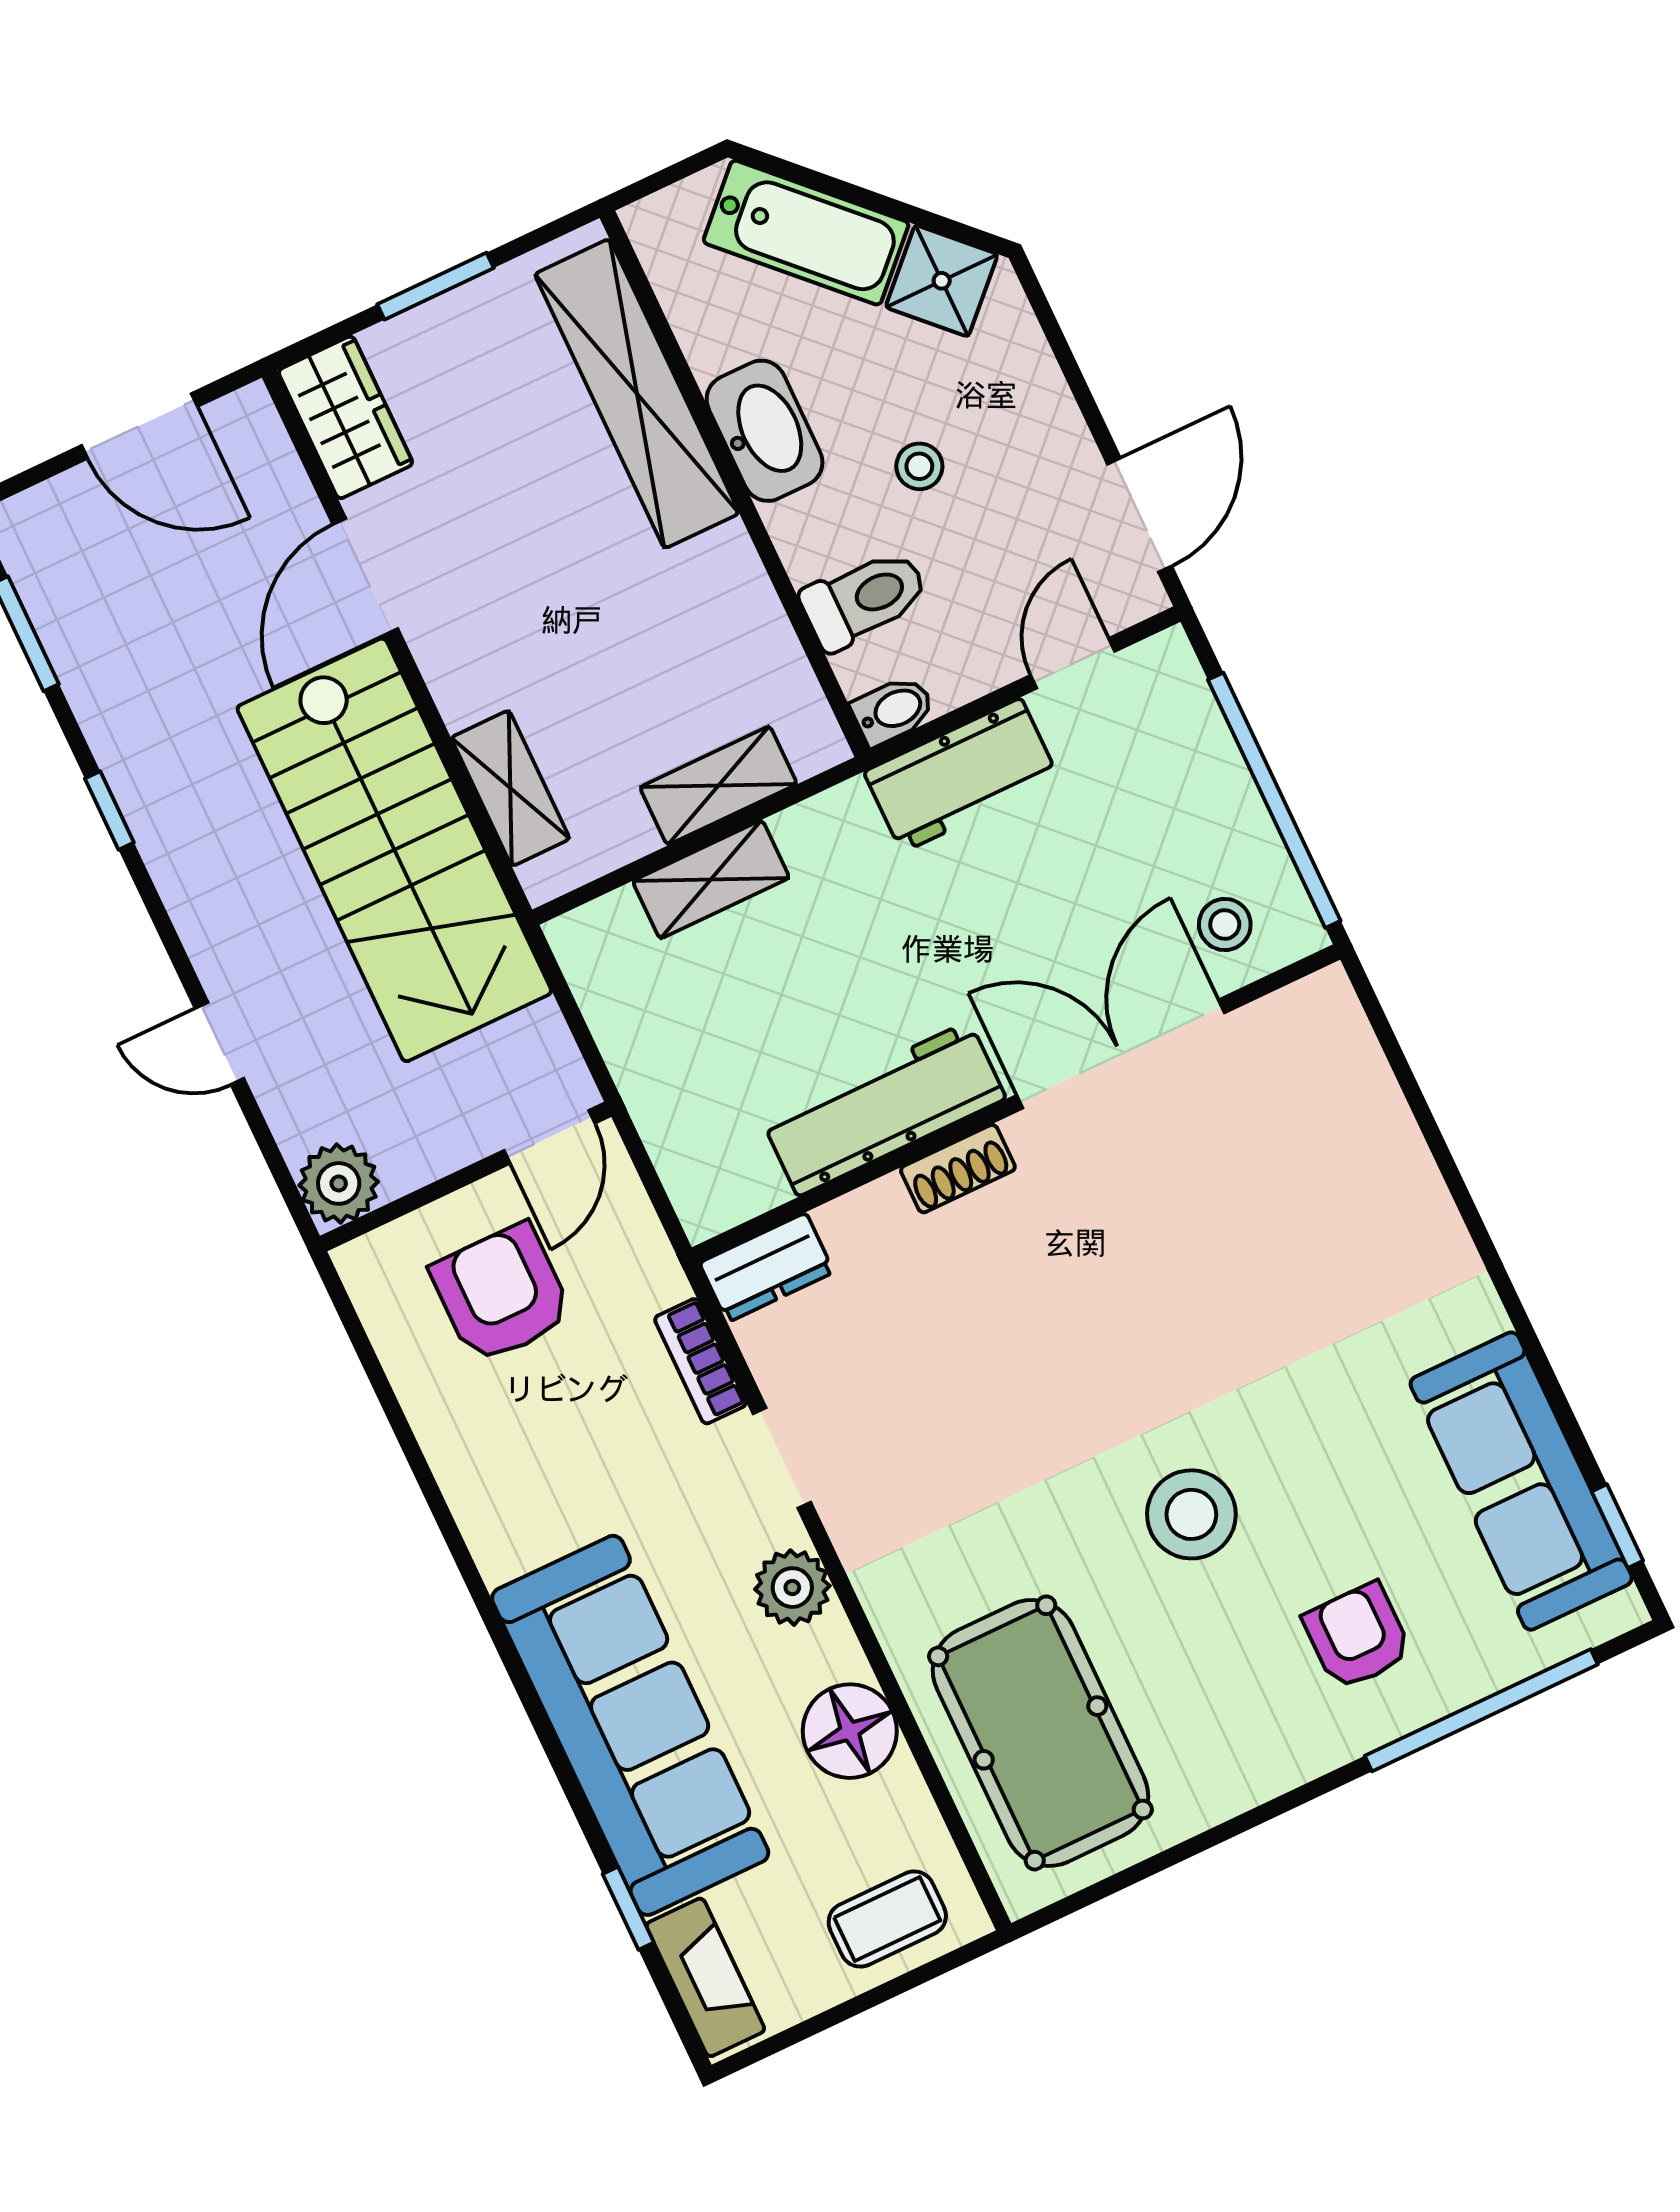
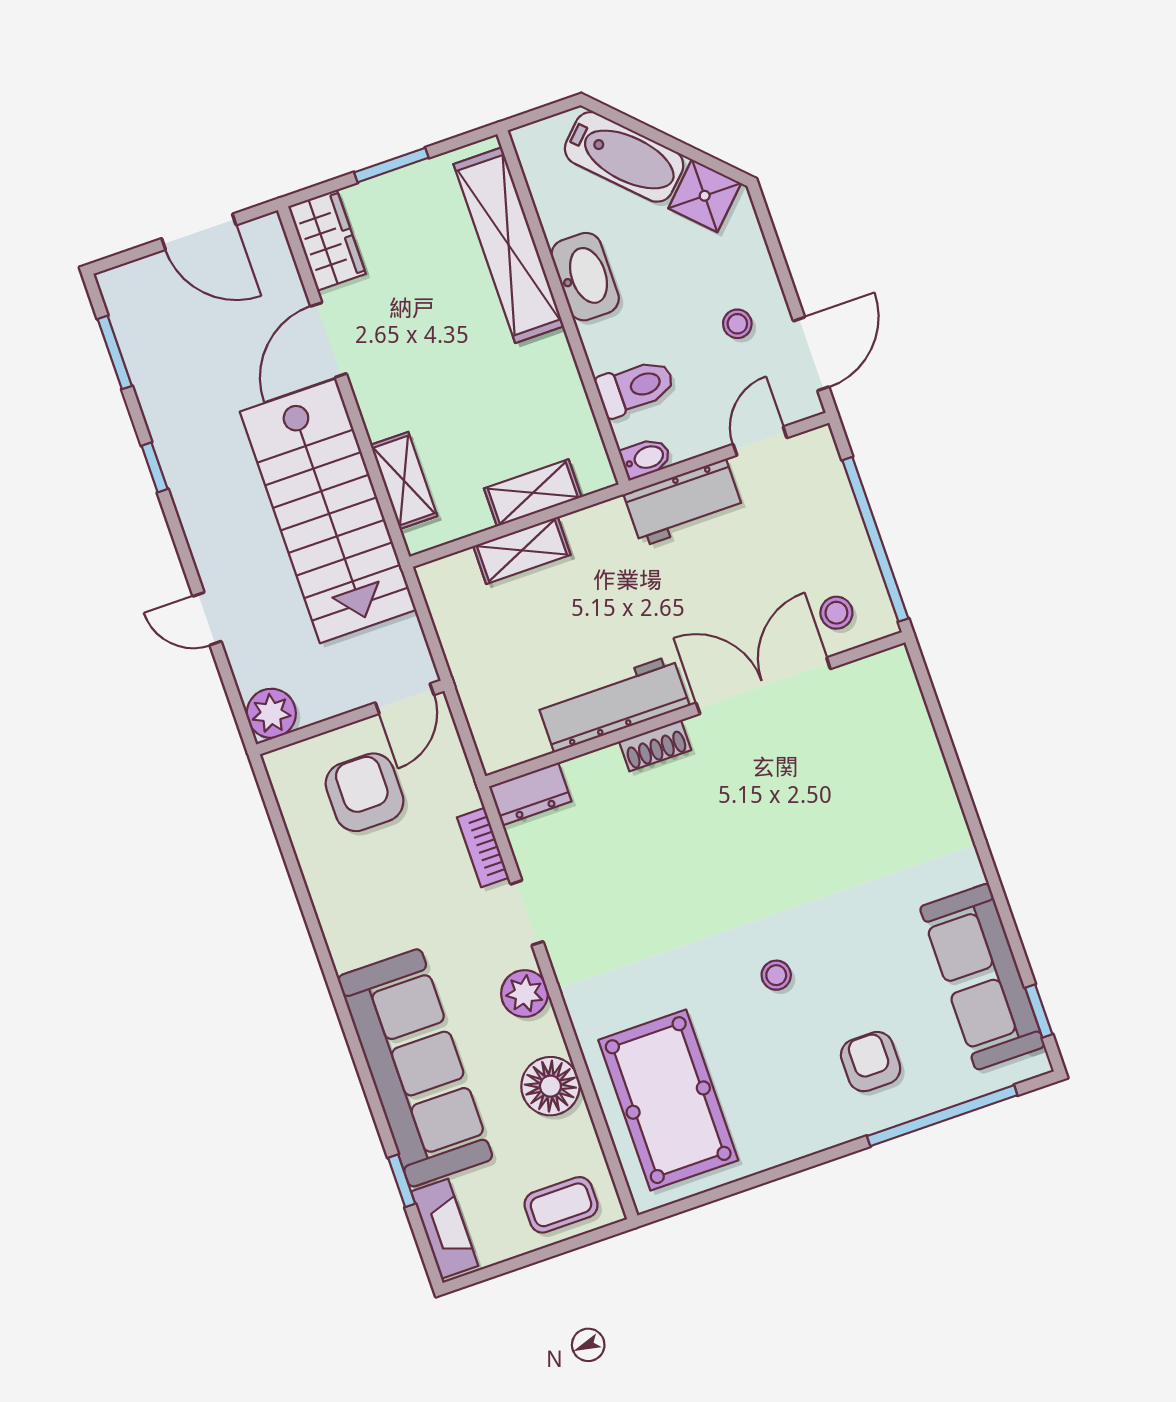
stool: (919, 466) -> (737, 324), moved
stool: (1191, 1514) -> (776, 975), width x0.53, depth x0.53

